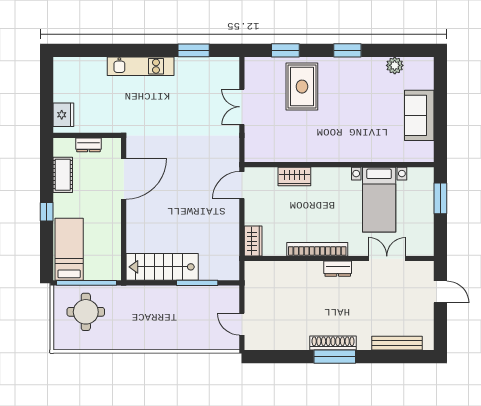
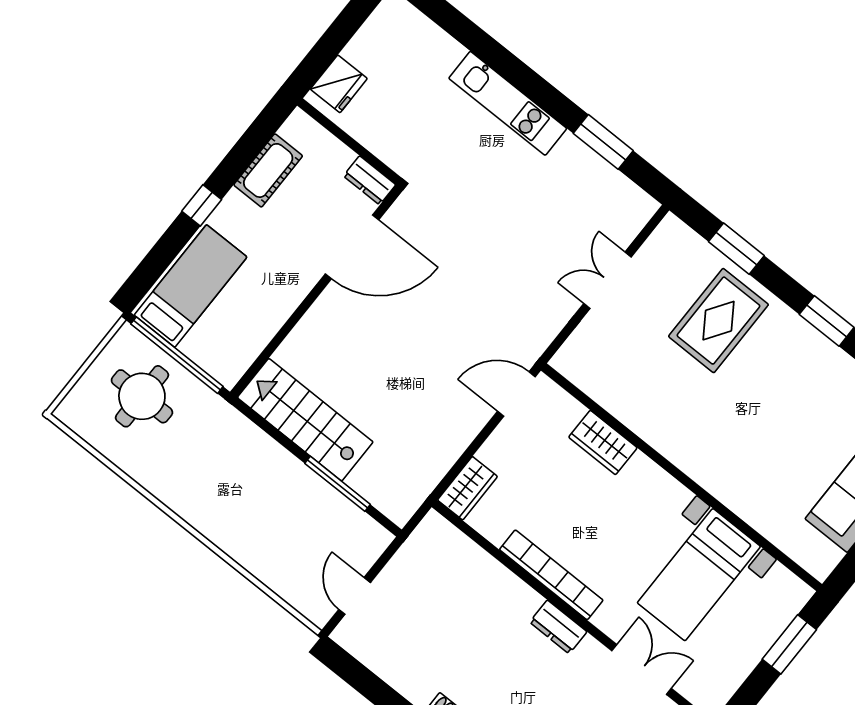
dresser: (88, 145) -> (370, 180), moved

